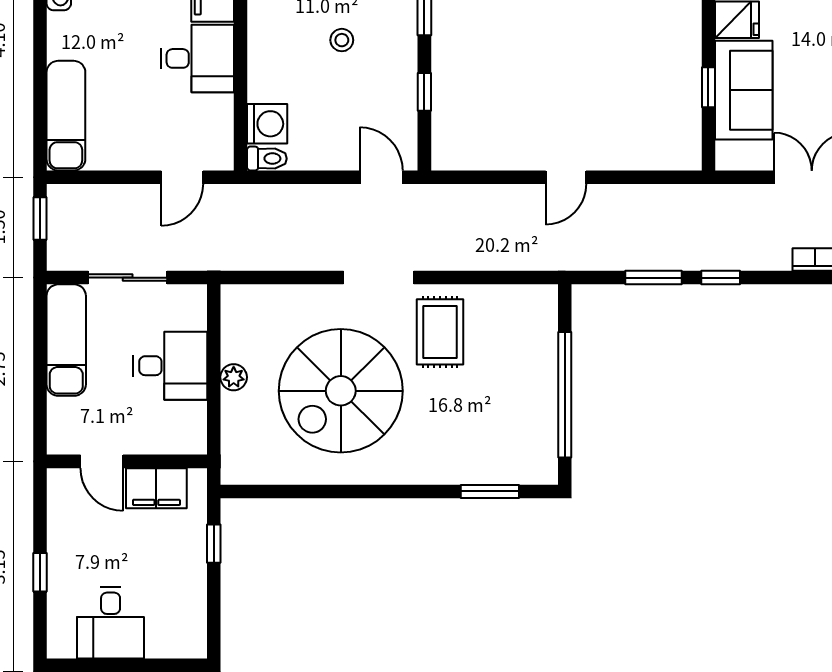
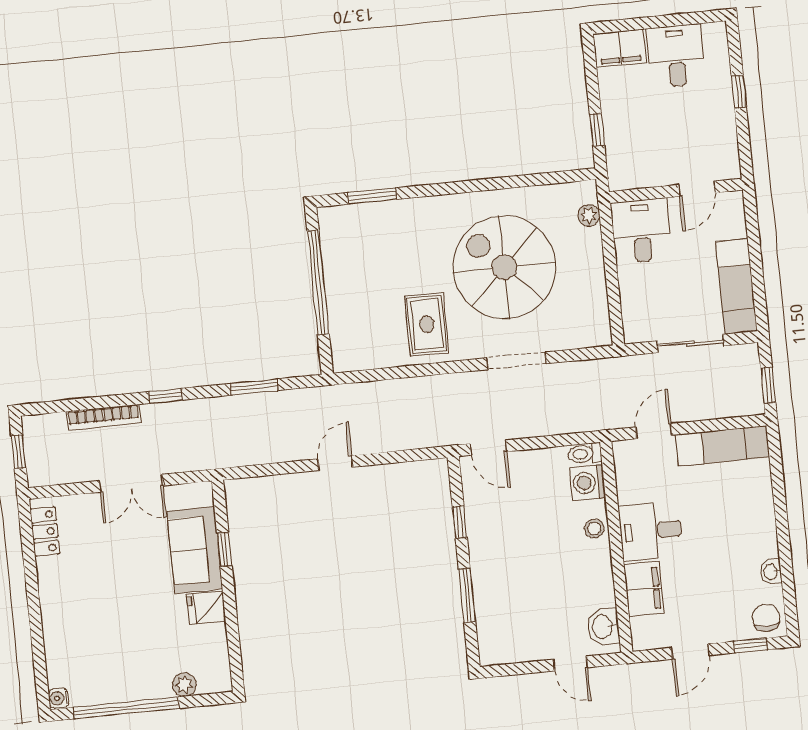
stool: (342, 40) -> (594, 529), moved
exam couch: (66, 116) -> (723, 446), moved, turned -90
doorway: (379, 278) -> (516, 361), moved
window: (721, 278) -> (165, 396), moved
desk: (170, 366) -> (641, 231), moved, turned 90
plant: (234, 377) -> (589, 215), moved
spiral stairs: (341, 391) -> (504, 267), turned -90
door: (102, 461) -> (697, 189), swing flipped
filing cabinet: (156, 488) -> (620, 48), moved, turned 180

